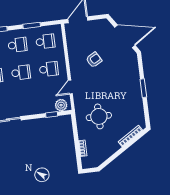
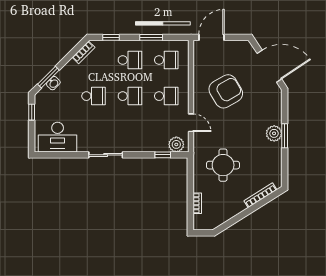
armchair: (94, 60) -> (226, 91), width x1.88, depth x1.88
door: (70, 87) -> (191, 123), swing flipped
plant: (135, 87) -> (274, 133), added

